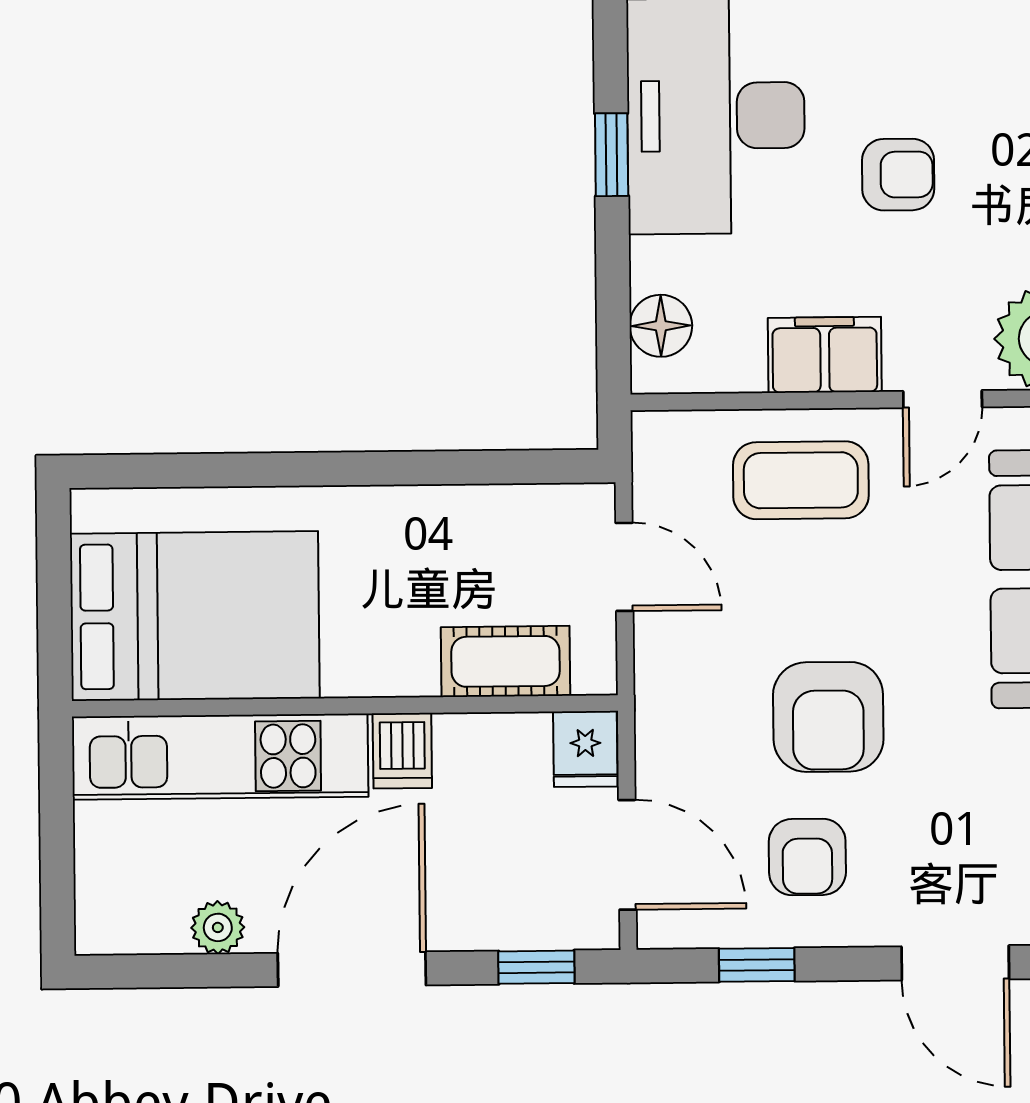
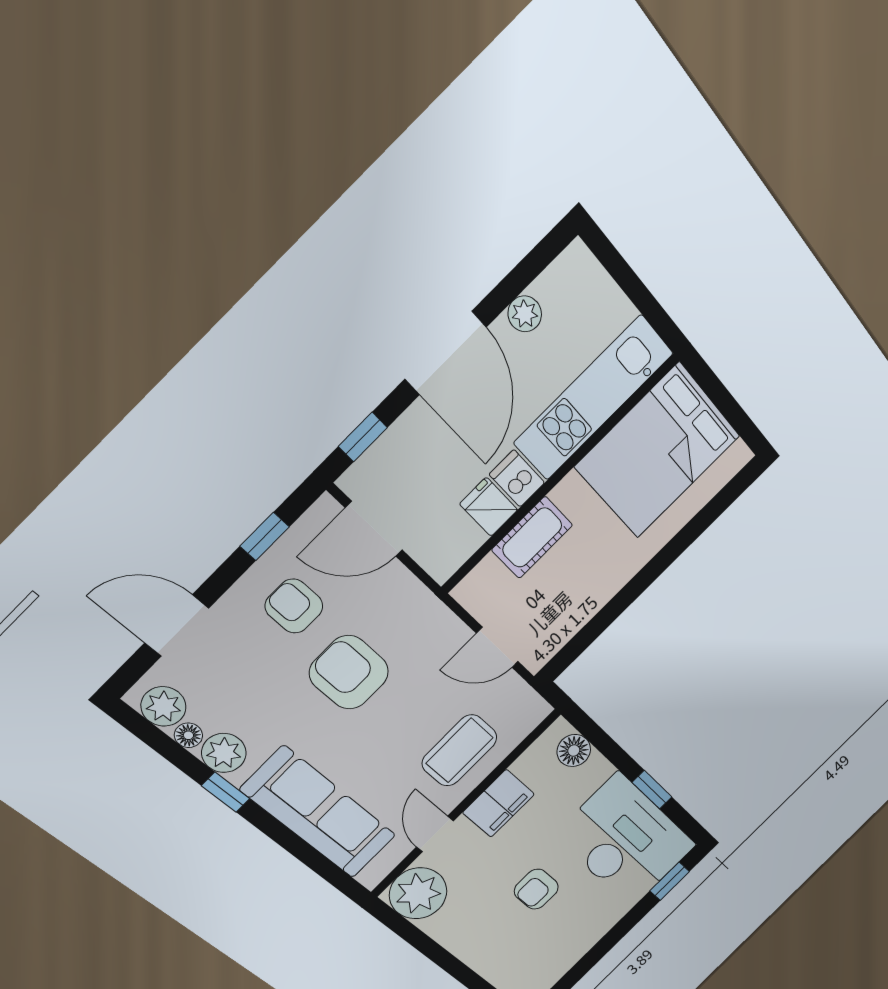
cot: (505, 661) -> (532, 537), moved
fridge: (585, 749) -> (489, 507), moved

